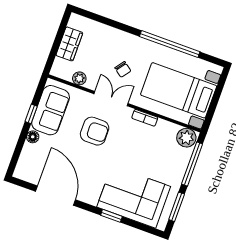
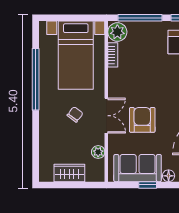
double door: (111, 99) -> (106, 116), swing flipped
bookcase: (145, 118) -> (113, 55), moved

